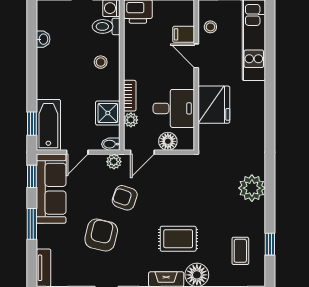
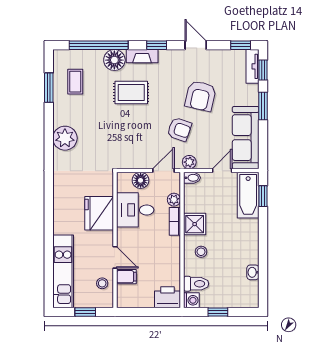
shower: (108, 113) -> (195, 224), moved
window: (32, 176) -> (263, 70), moved
window: (270, 244) -> (49, 88), width x1.50

